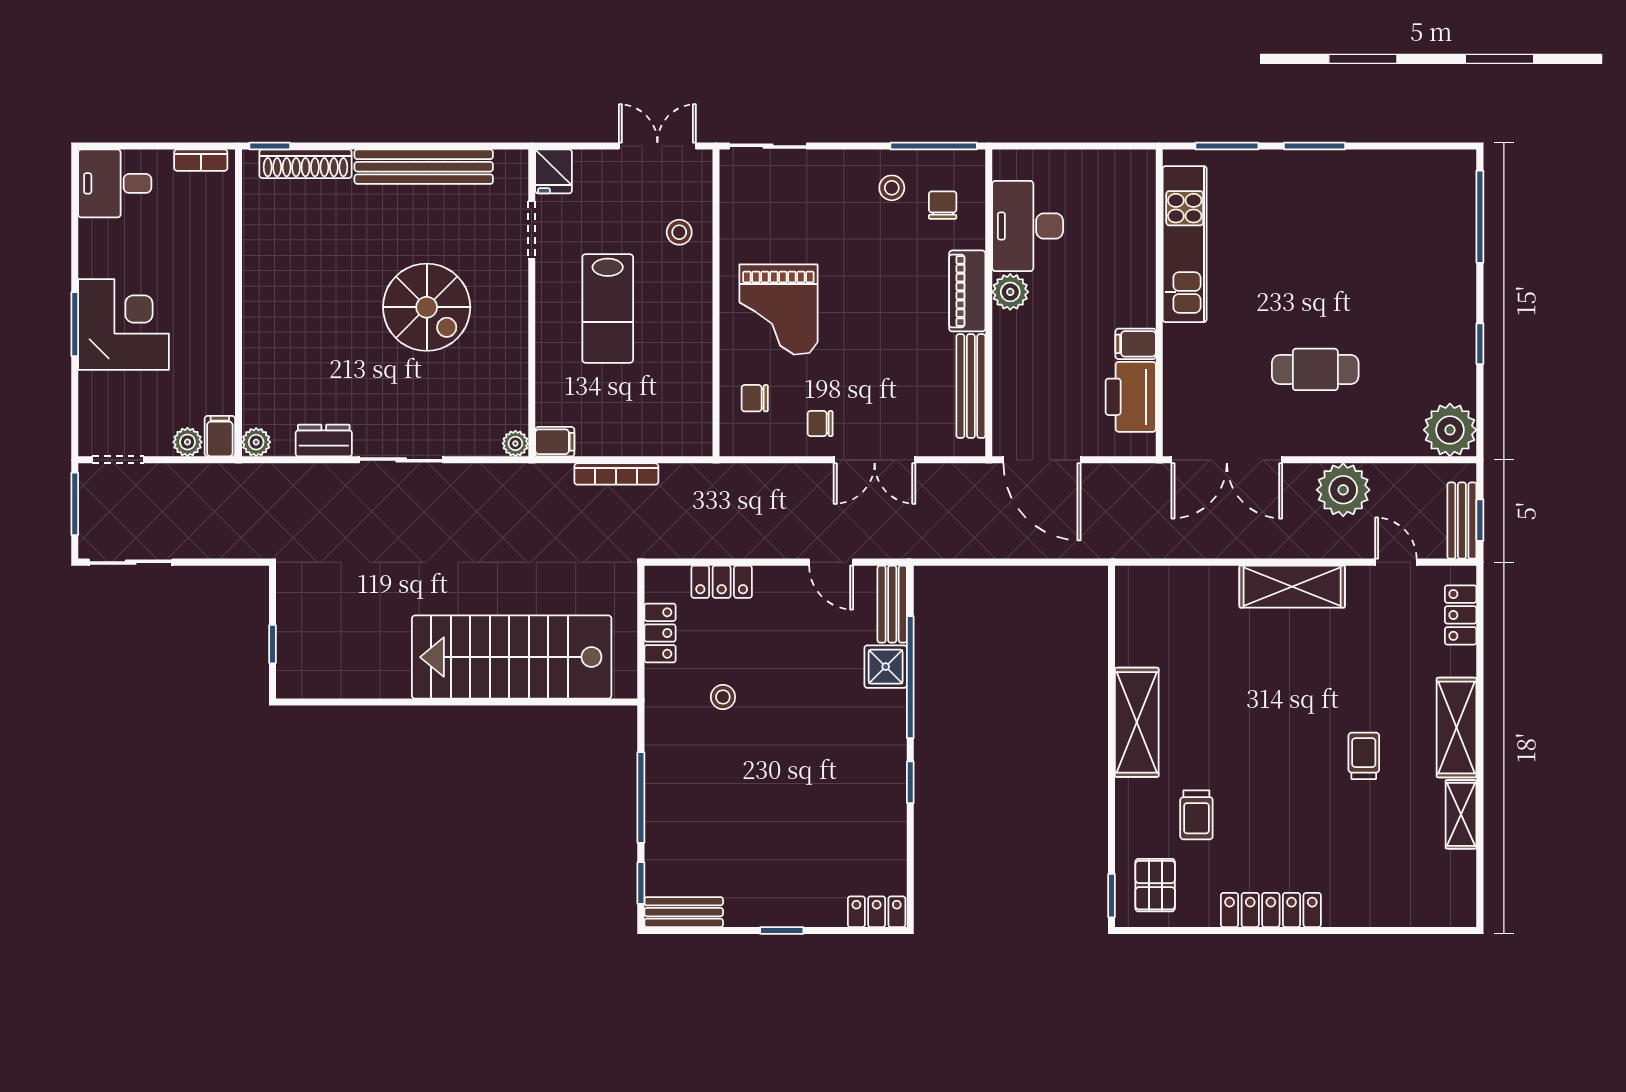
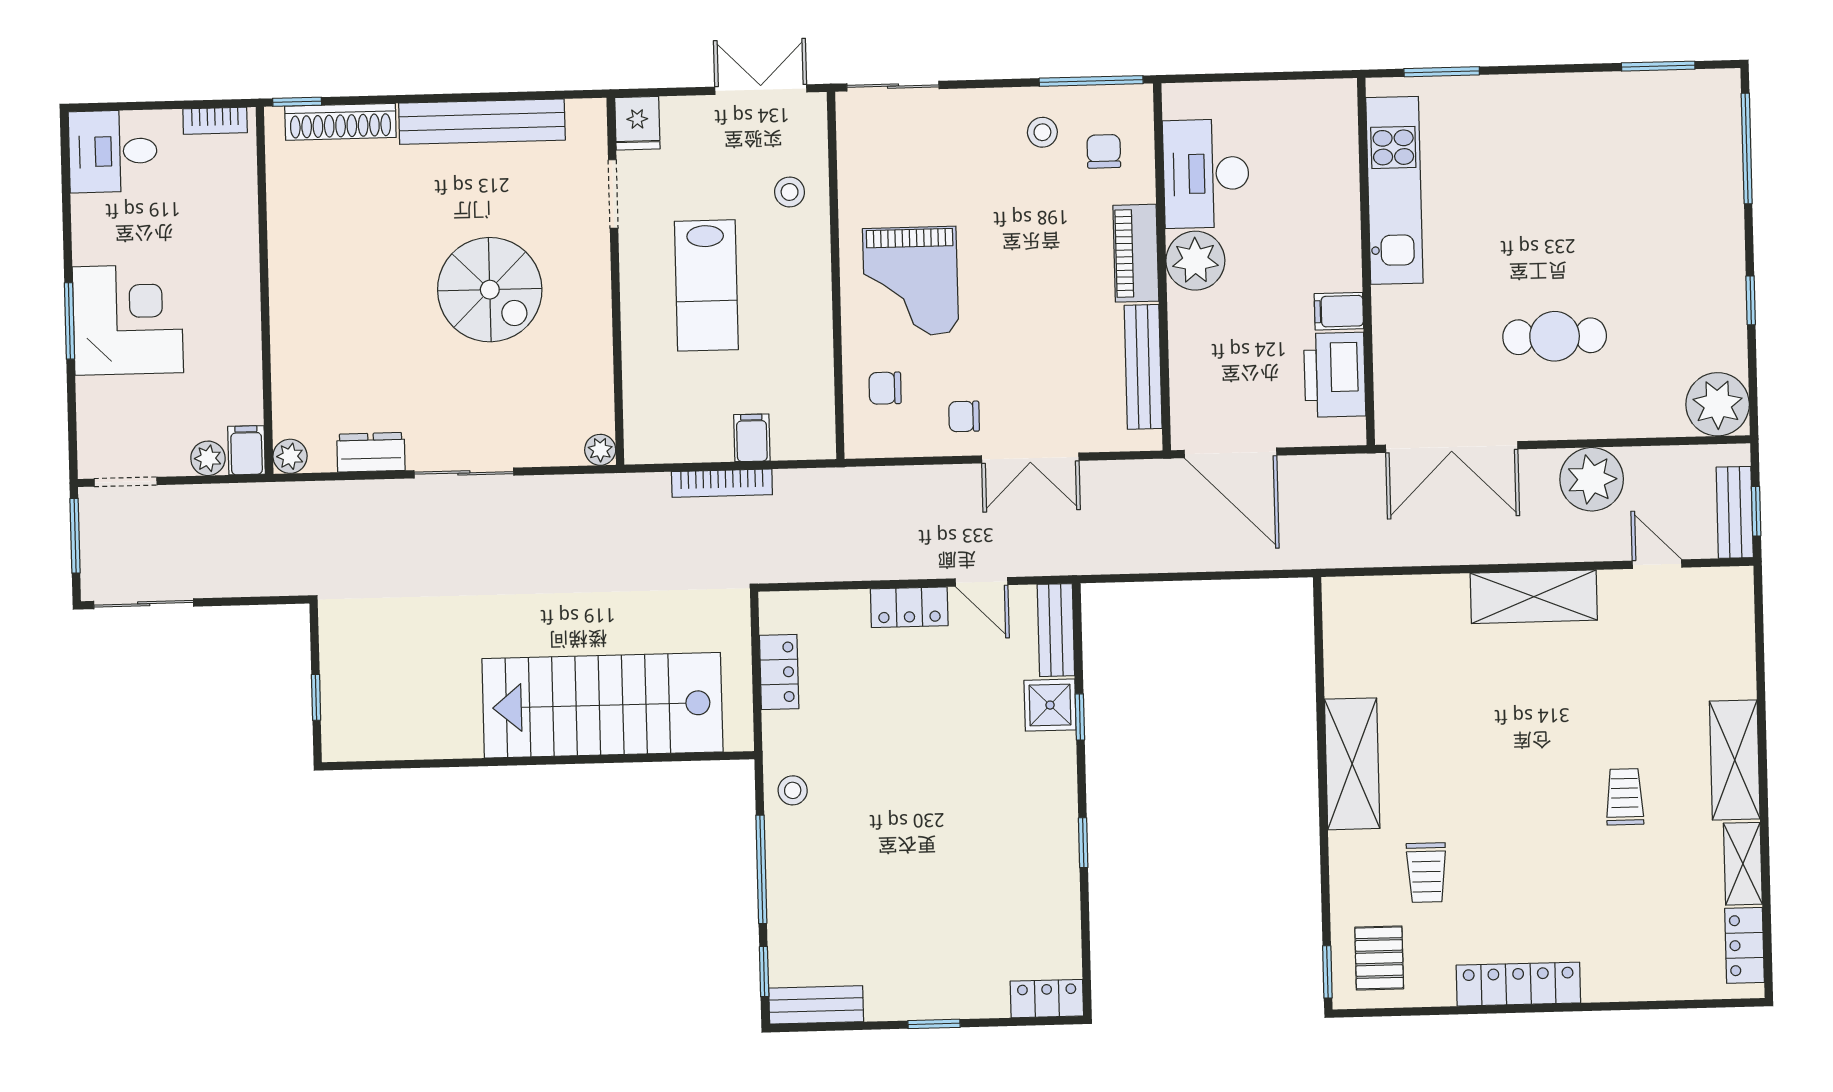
window: (1315, 146) -> (1658, 66), moved
plant: (1010, 292) -> (1195, 261), width x1.36, depth x1.36
filing cabinet: (555, 442) -> (752, 438), moved, turned -90
locker: (722, 582) -> (909, 607), moved
locker: (1461, 615) -> (1745, 945), moved
window: (910, 677) -> (1080, 717), width x0.32
stool: (723, 697) -> (793, 790), moved

